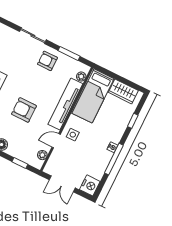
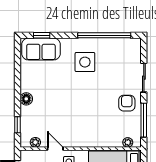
window: (69, 53) -> (144, 120), width x1.44
tv unit: (65, 104) -> (94, 140), removed
armchair: (24, 110) -> (69, 104), removed

